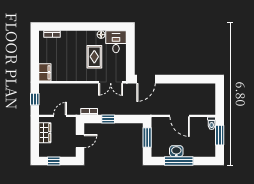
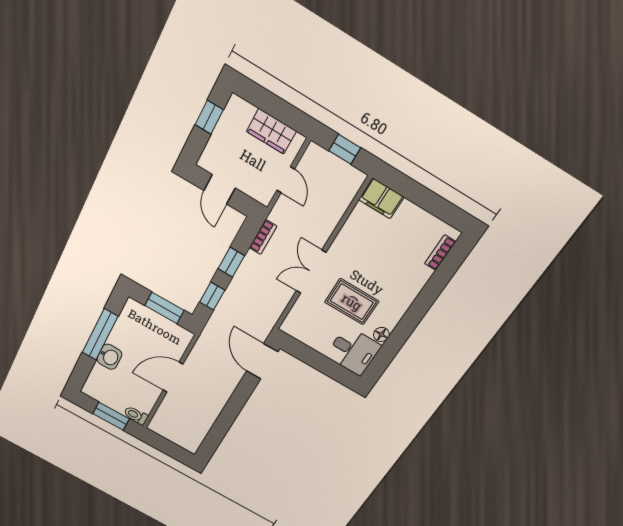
double door: (111, 82) -> (311, 272), moved
window: (129, 119) -> (212, 296), added
washbasin: (176, 151) -> (109, 357), moved

